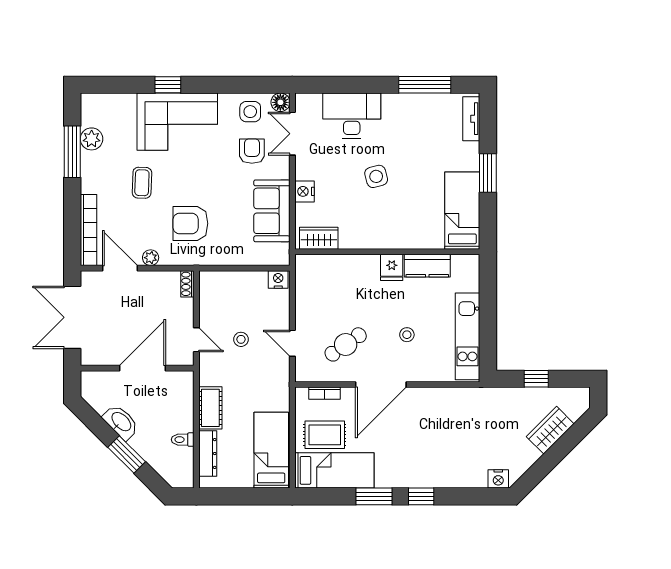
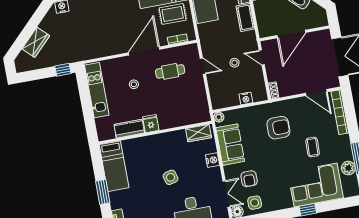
corner sofa: (177, 122) -> (316, 185), moved
plant: (151, 258) -> (219, 117), moved
nightstand: (278, 279) -> (246, 98), moved
cafe table: (346, 344) -> (170, 71), turned 35
window: (536, 379) -> (63, 70), moved

